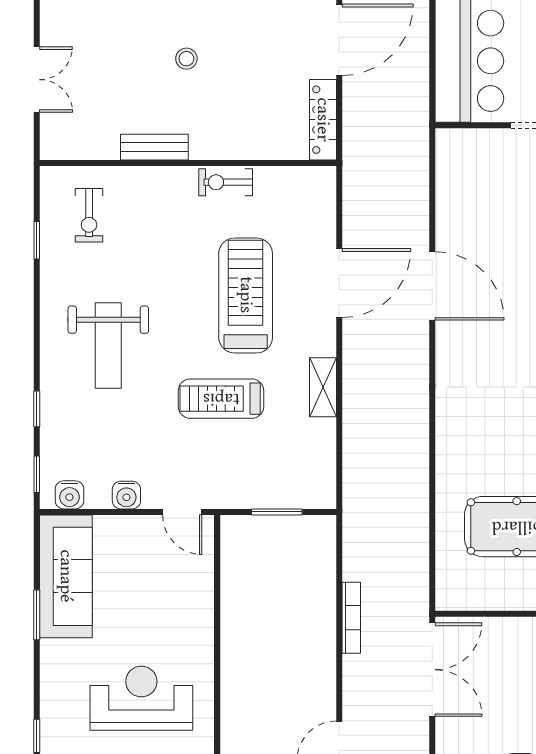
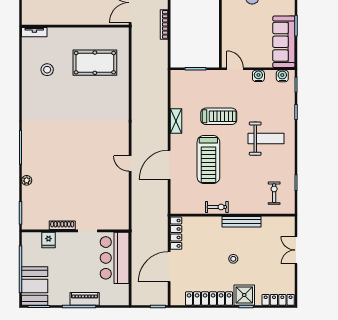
bench: (154, 147) -> (242, 222), width x1.36
door: (432, 286) -> (130, 164), width x0.53
weight bench: (108, 345) -> (266, 139), turned 90

